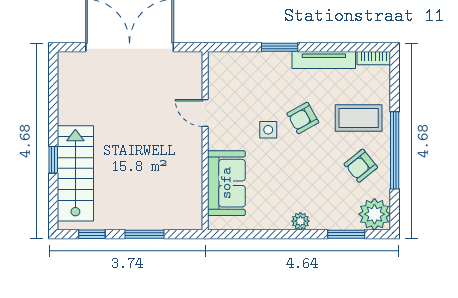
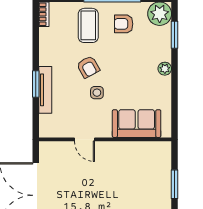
tv unit: (324, 60) -> (45, 90), moved
door: (205, 113) -> (84, 139), hinge flipped
armchair: (361, 166) -> (124, 24), turned 129

